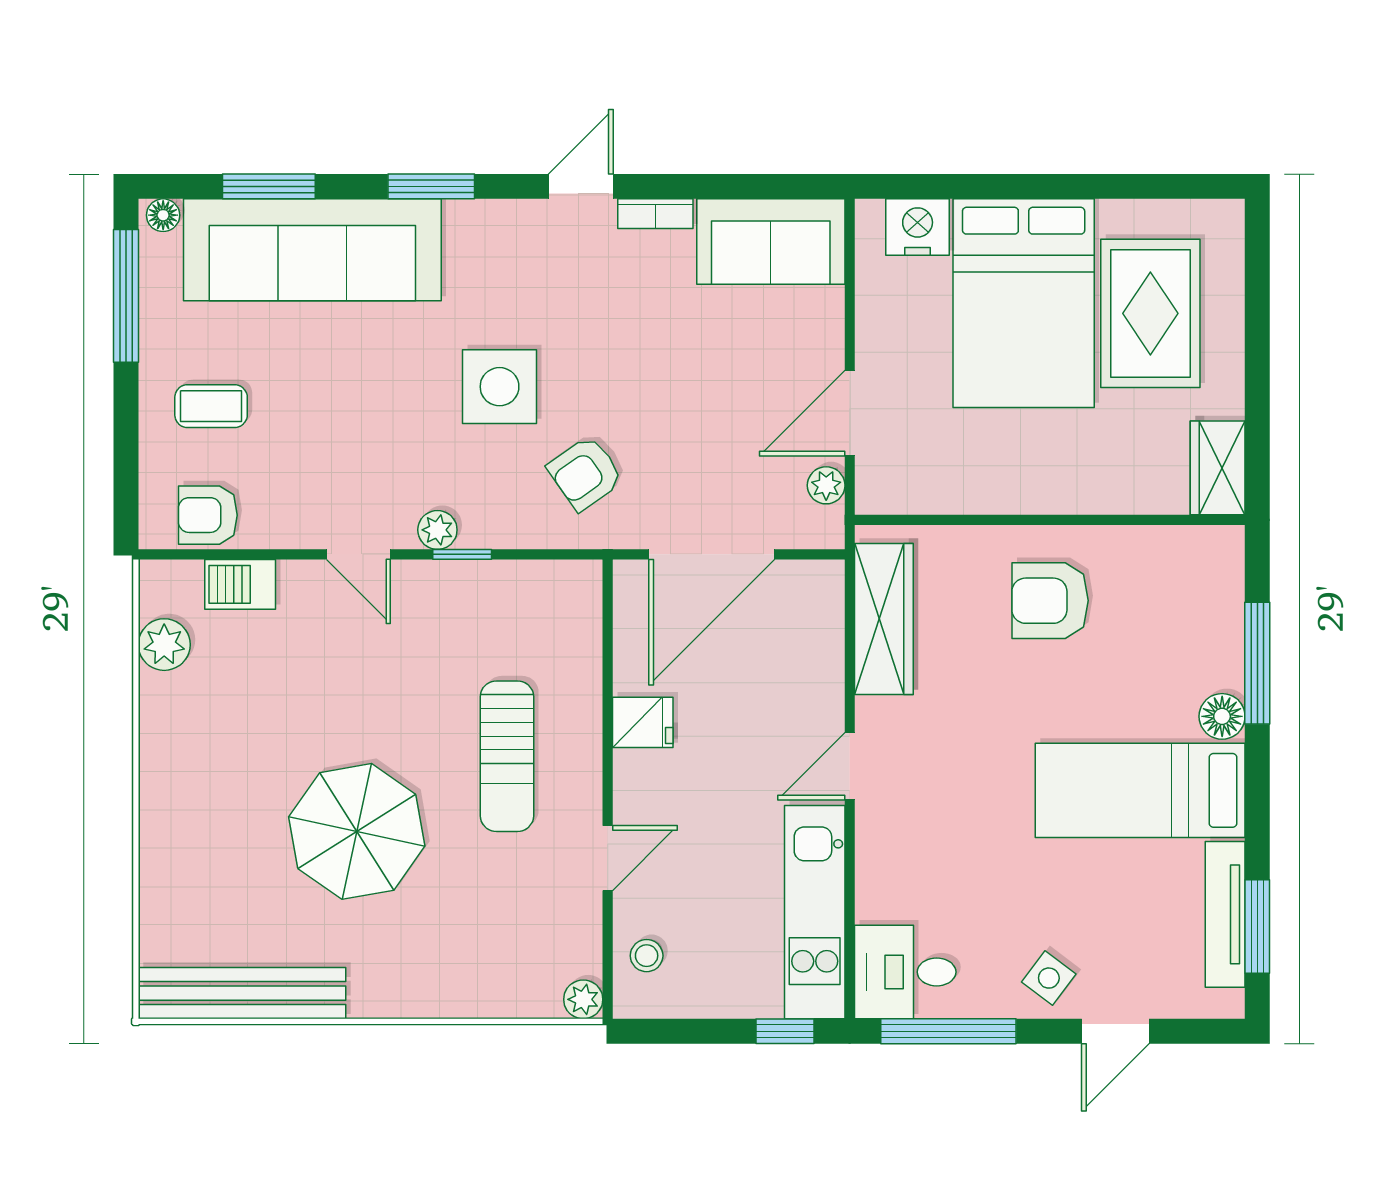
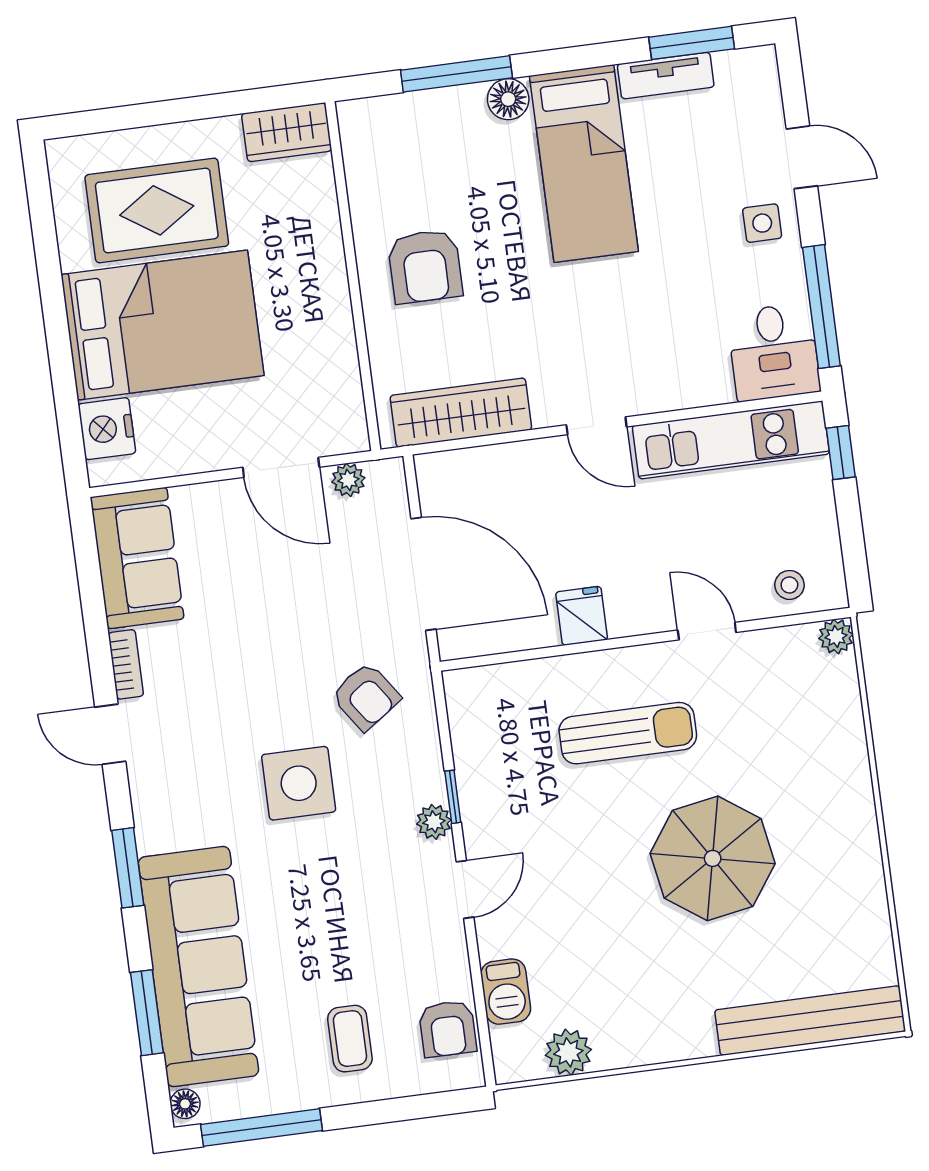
tv unit: (1225, 914) -> (666, 76), width x0.71
side table: (1049, 978) -> (762, 223), turned -37
bench: (242, 993) -> (810, 1021), moved, turned 90

